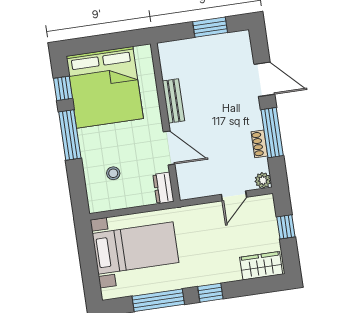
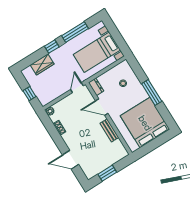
window: (63, 88) -> (165, 113), removed
window: (272, 133) -> (56, 136), removed
door: (234, 196) -> (77, 88), moved
wardrobe: (261, 266) -> (42, 64), moved

